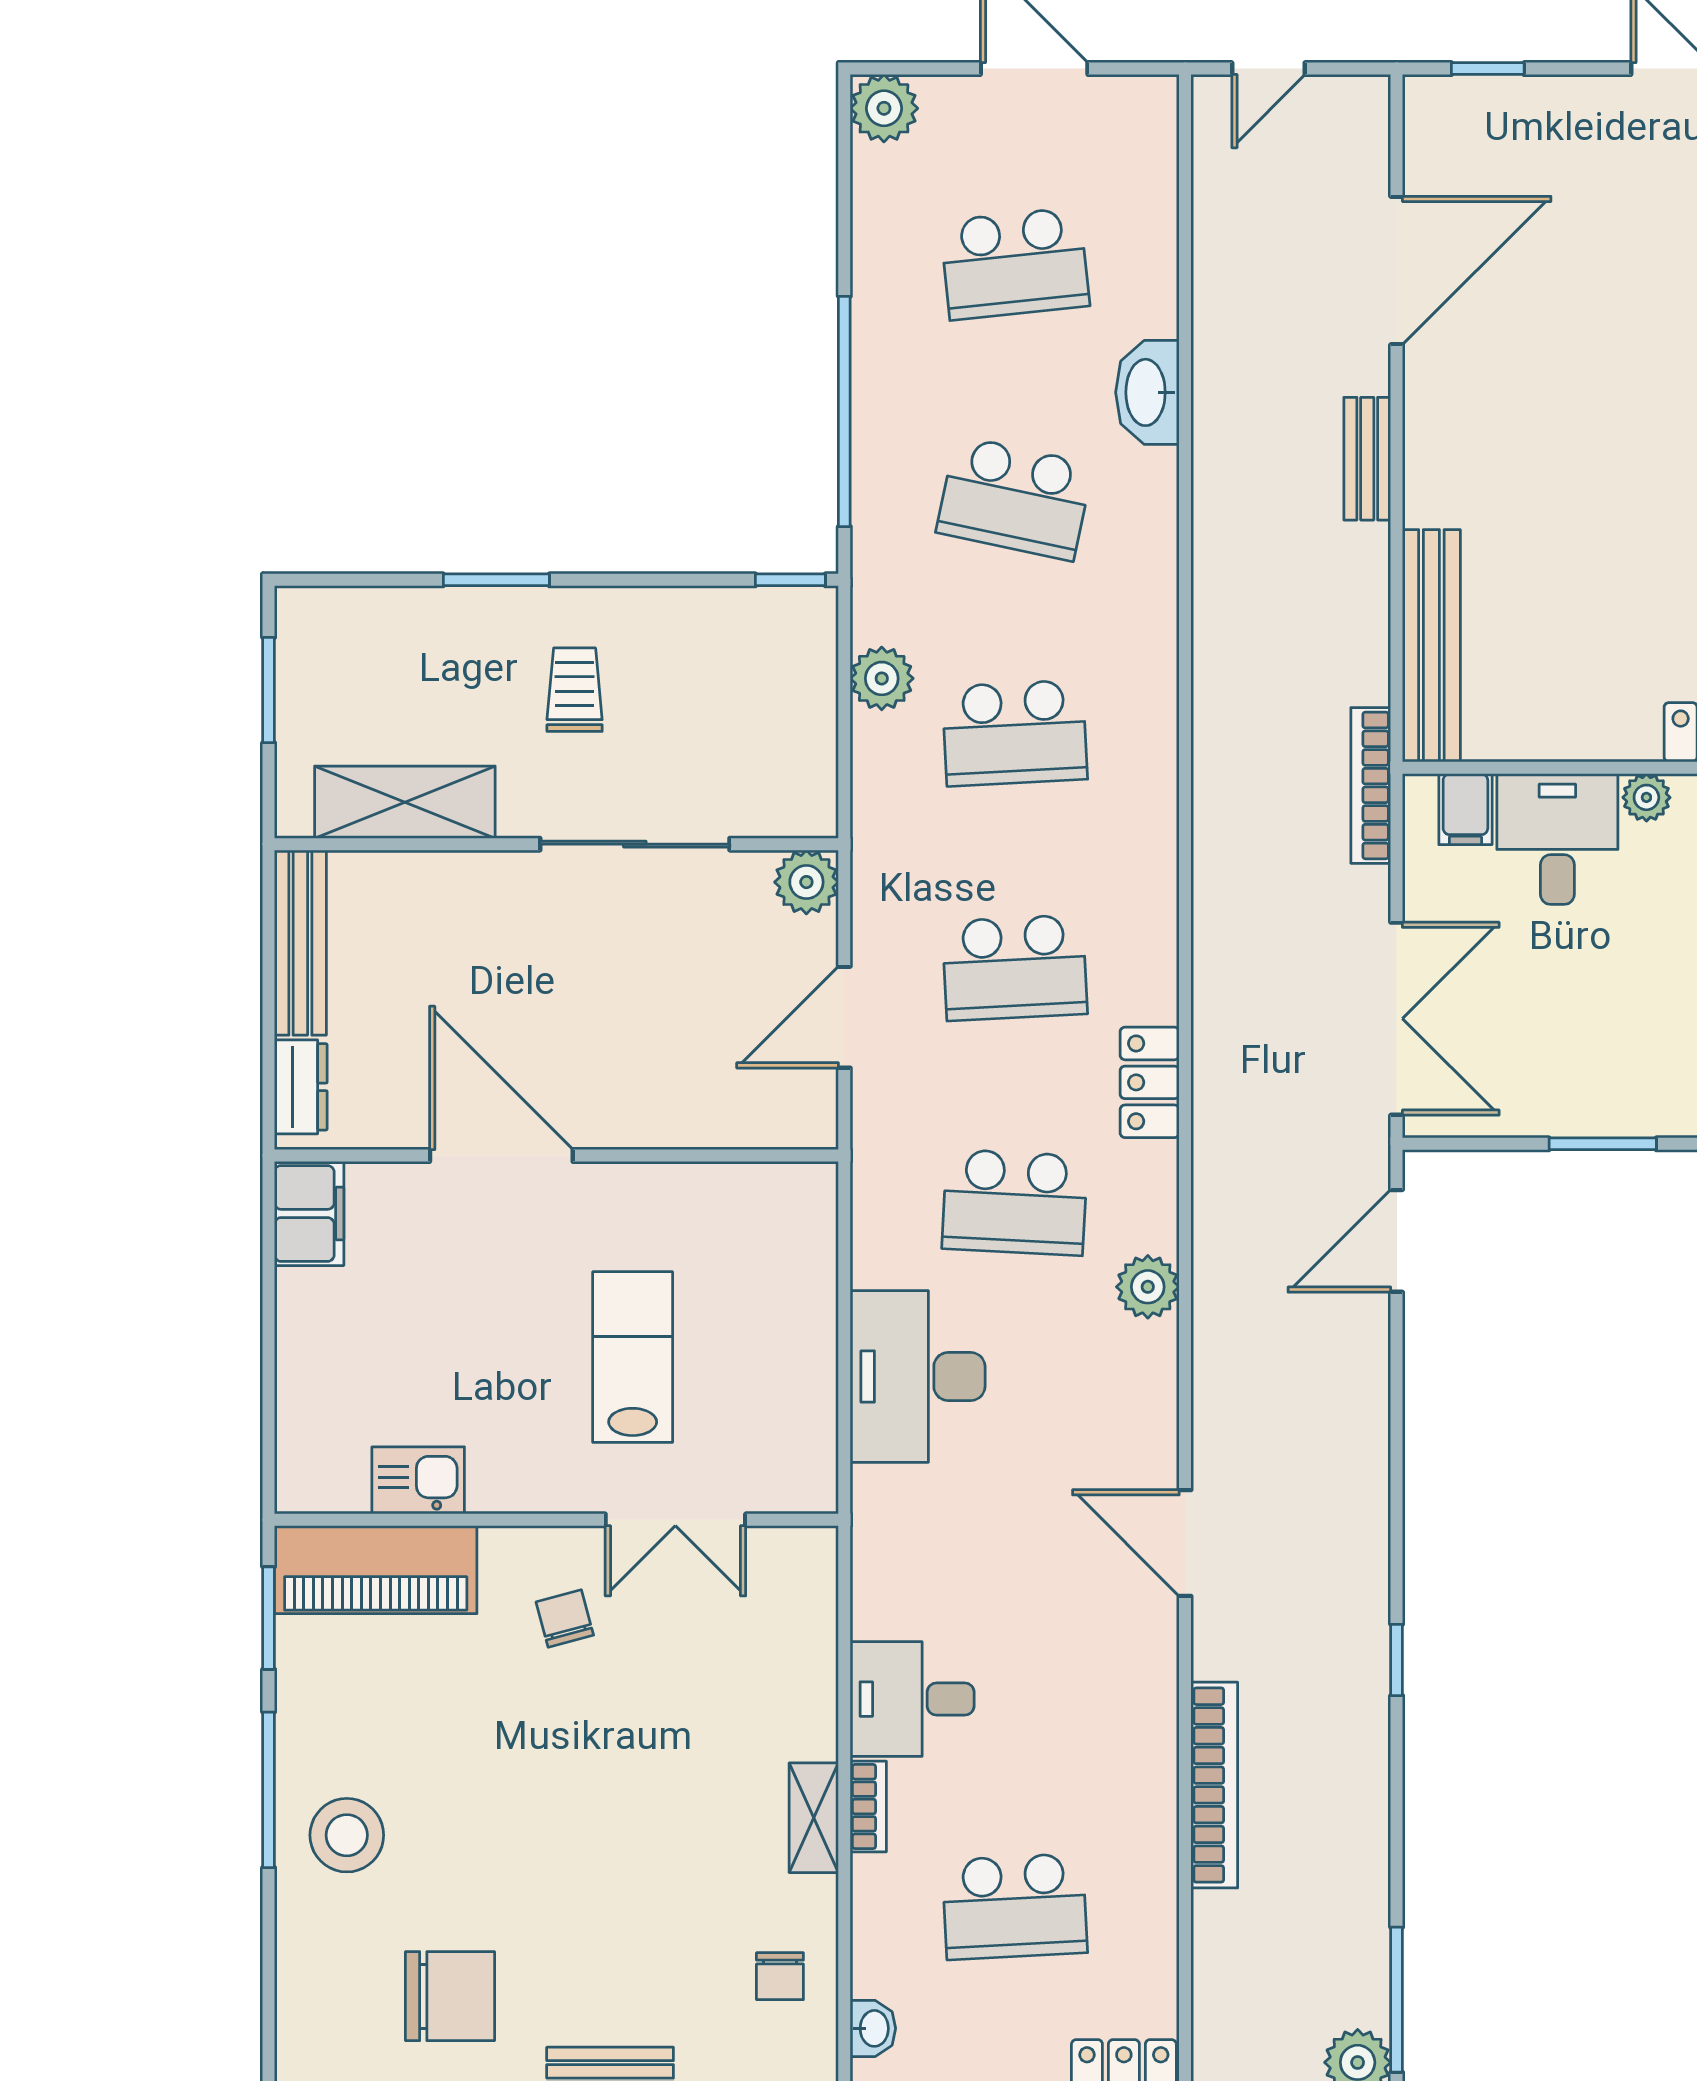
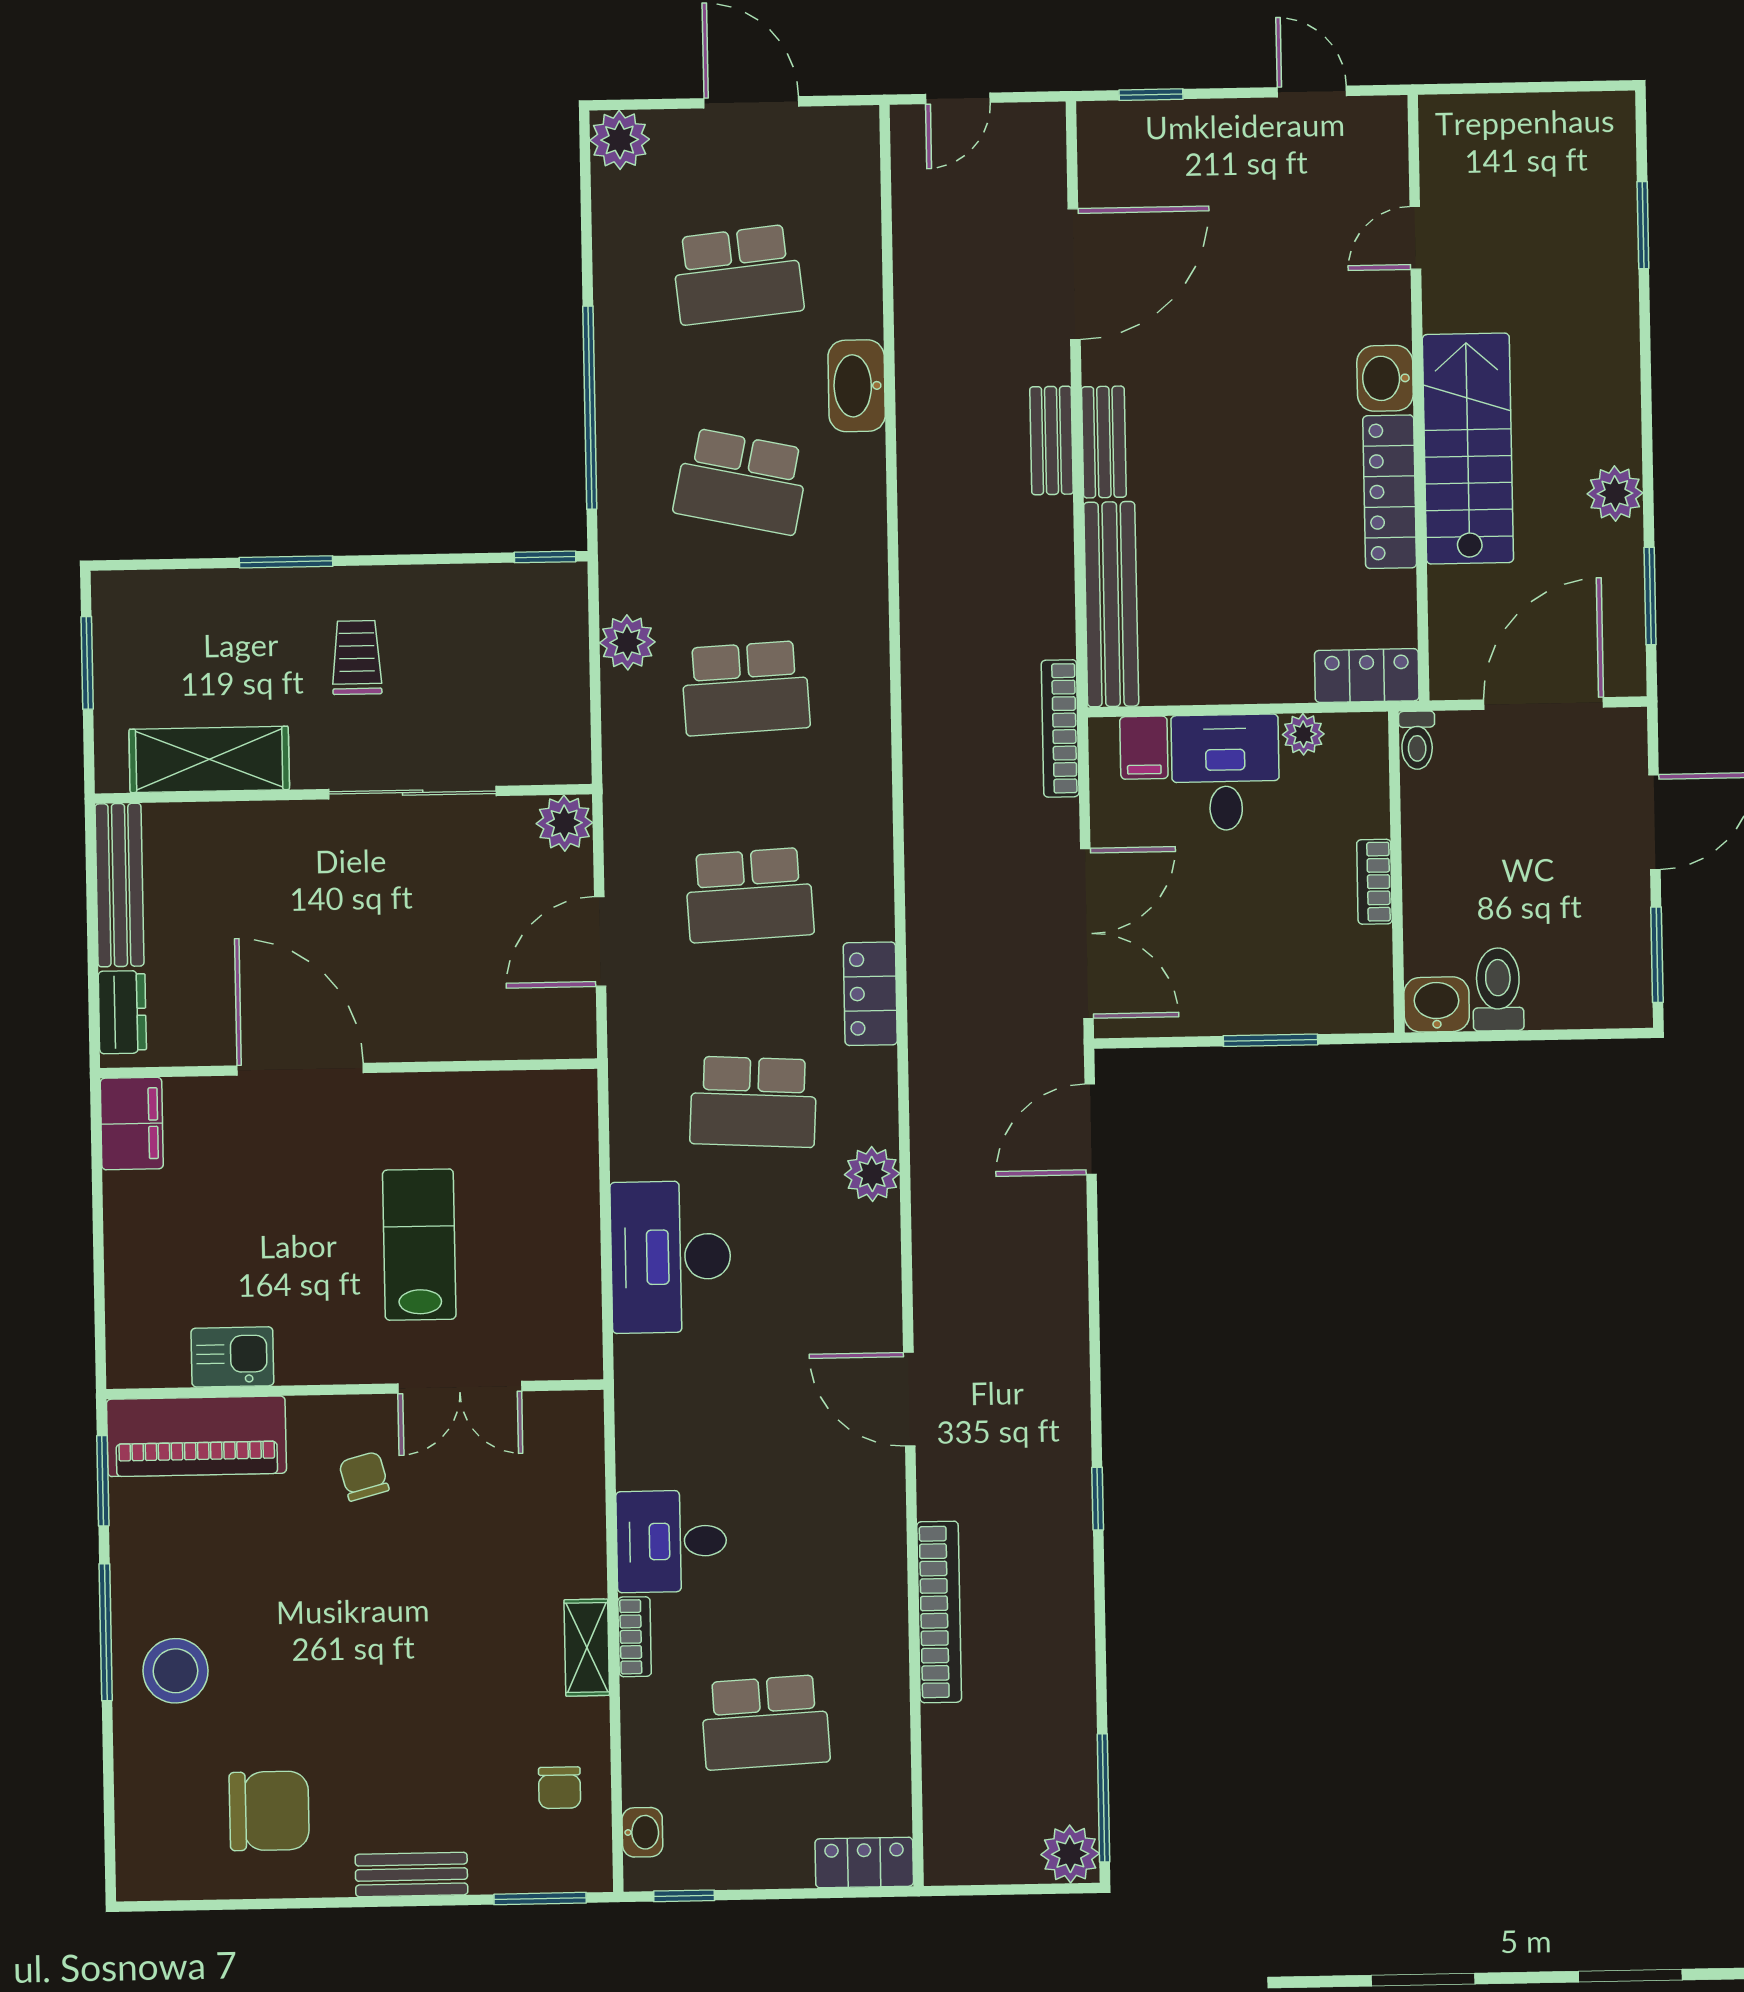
bench: (1427, 462) -> (1104, 442), added

